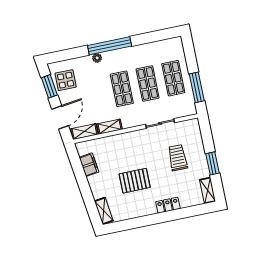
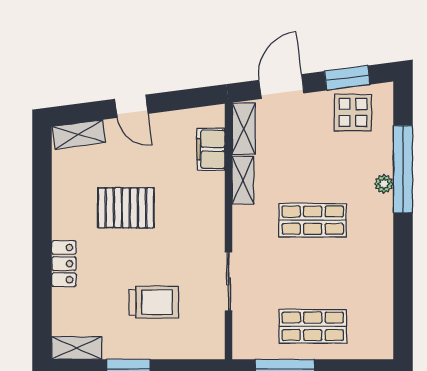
window: (110, 46) -> (403, 169), moved
shop shelf: (148, 83) -> (313, 273), removed
door: (60, 117) -> (282, 87), swing flipped
filing cabinet: (89, 165) -> (211, 149), moved, turned 98
pallet: (135, 181) -> (126, 208), turned 90
door: (85, 188) -> (131, 106), added

